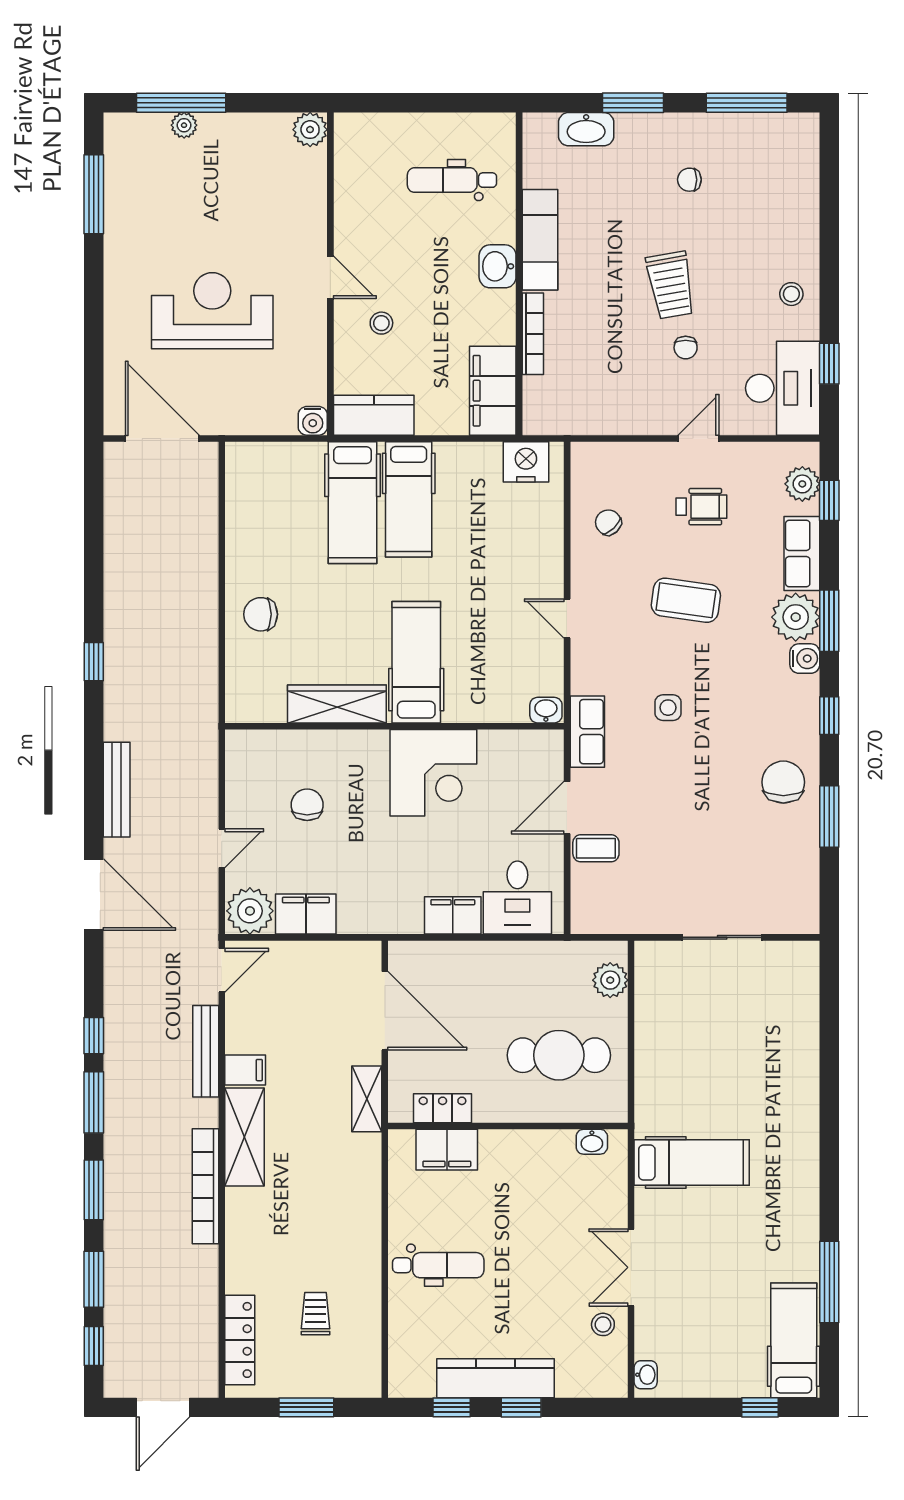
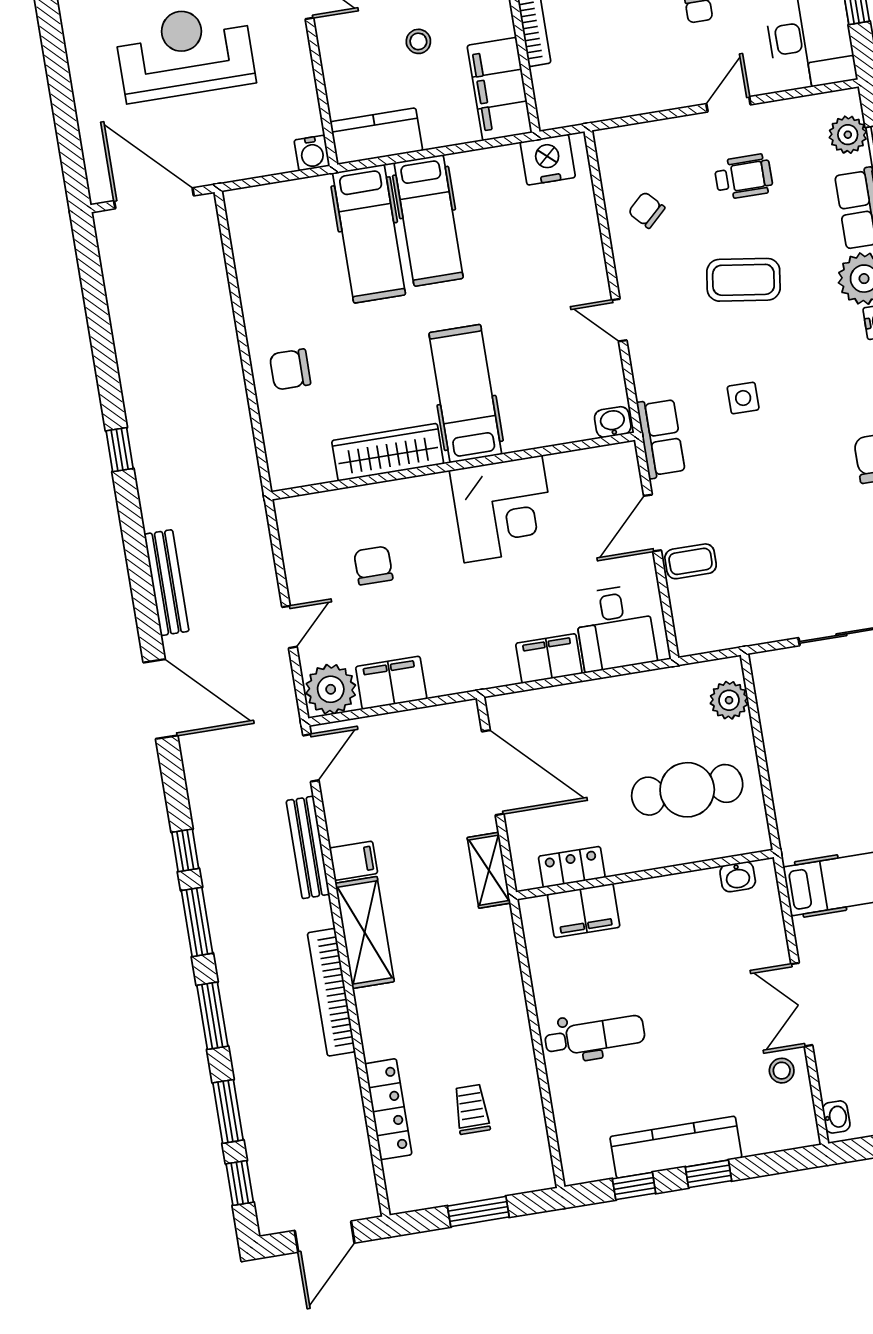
stool: (381, 323) -> (418, 41), moved
locker: (240, 1340) -> (388, 1109), moved

